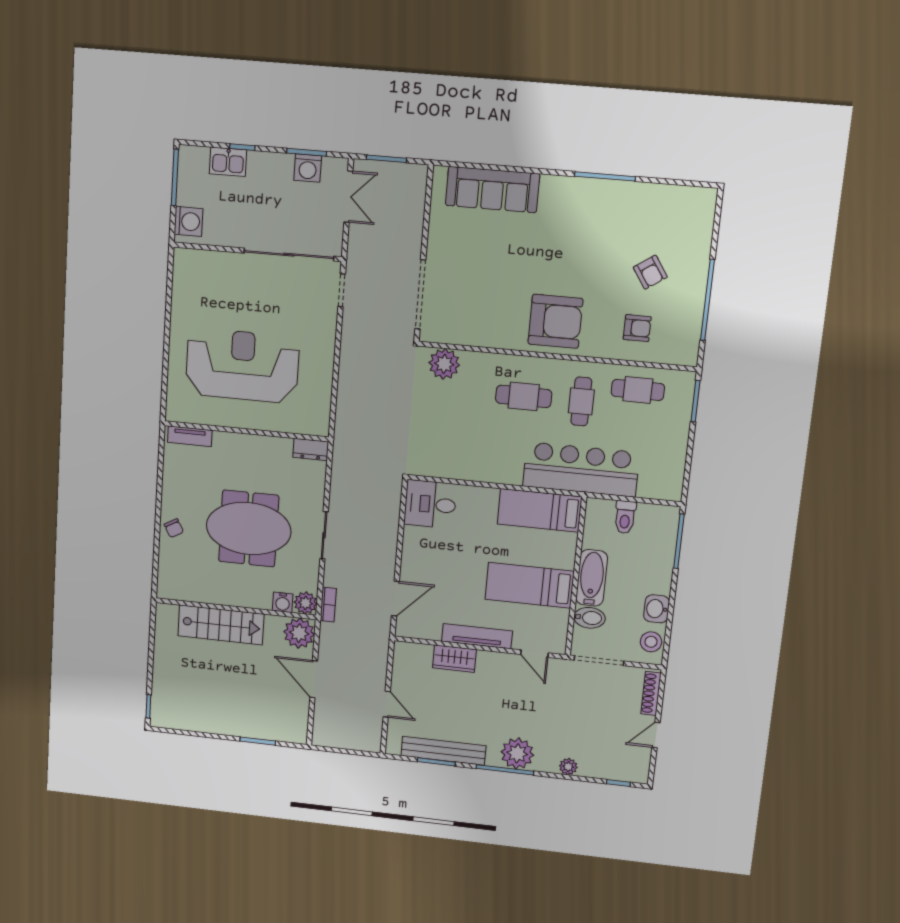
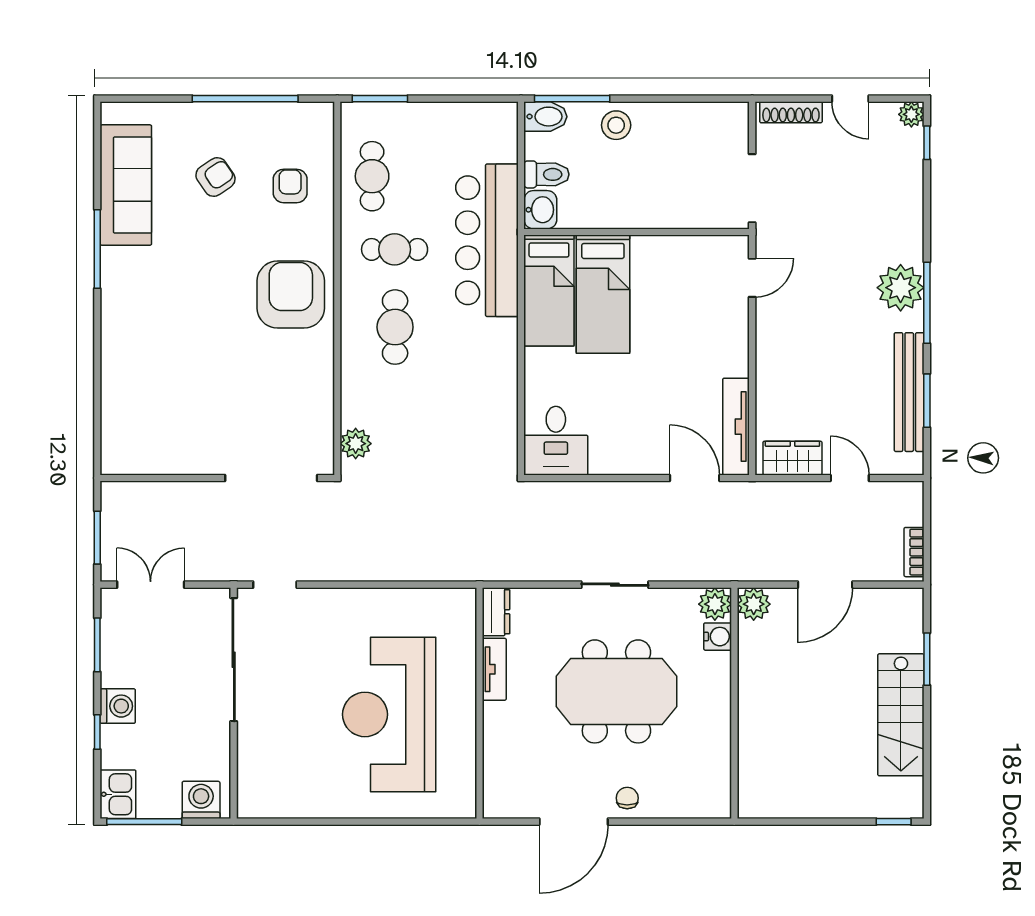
kitchen sink: (228, 162) -> (118, 794), moved
washing machine: (308, 168) -> (118, 706), moved
sofa: (492, 190) -> (126, 185), moved
plant: (444, 364) -> (356, 444), width x0.73, depth x0.73
tv unit: (190, 436) -> (494, 669), moved
door: (159, 489) -> (574, 822), added
chair: (174, 528) -> (627, 798), turned -61
meeting table: (249, 528) -> (616, 691), turned 90
bathtub: (592, 578) -> (636, 210), removed
bed: (529, 585) -> (603, 294), moved
bookcase: (328, 605) -> (914, 552), moved, turned -90
washbasin: (657, 609) -> (540, 210), moved, turned -90
bidet: (589, 618) -> (545, 117), moved, turned 90
stairs: (221, 625) -> (901, 715), moved, turned 180
plant: (299, 633) -> (754, 604), width x0.73, depth x0.73
tv unit: (477, 636) -> (736, 427), moved
stool: (651, 642) -> (616, 125), moved
wardrobe: (454, 659) -> (792, 458), moved, turned -90
door: (387, 704) -> (850, 478), hinge flipped
plant: (568, 767) -> (911, 114), moved

